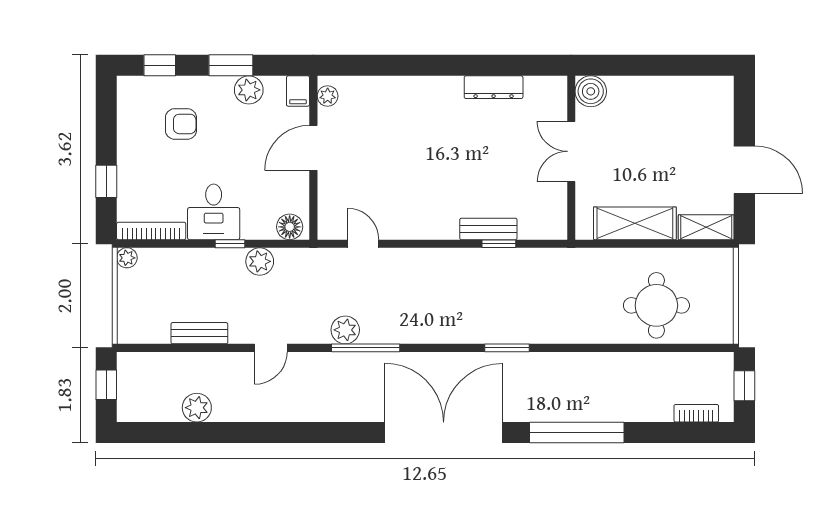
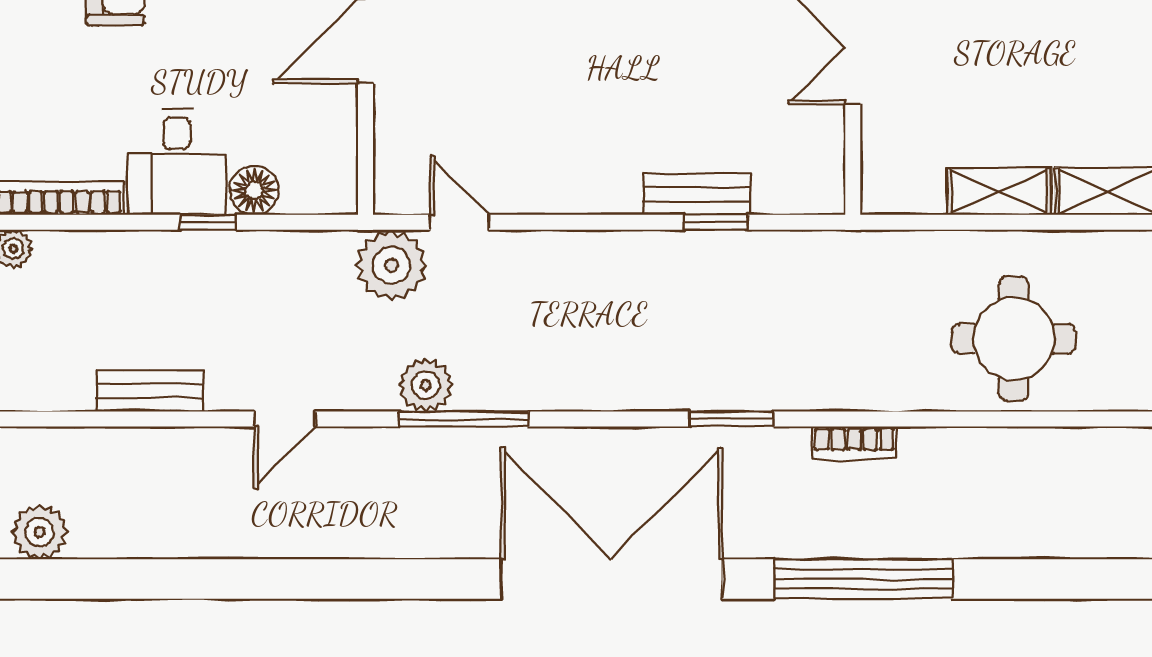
shelving: (635, 223) -> (999, 191), width x0.67, depth x0.75
floor lamp: (290, 227) -> (254, 190), moved
plant: (260, 261) -> (391, 265), moved, width x1.36, depth x1.36
plant: (197, 408) -> (40, 532), moved
bookcase: (696, 413) -> (854, 443), moved, turned 180

